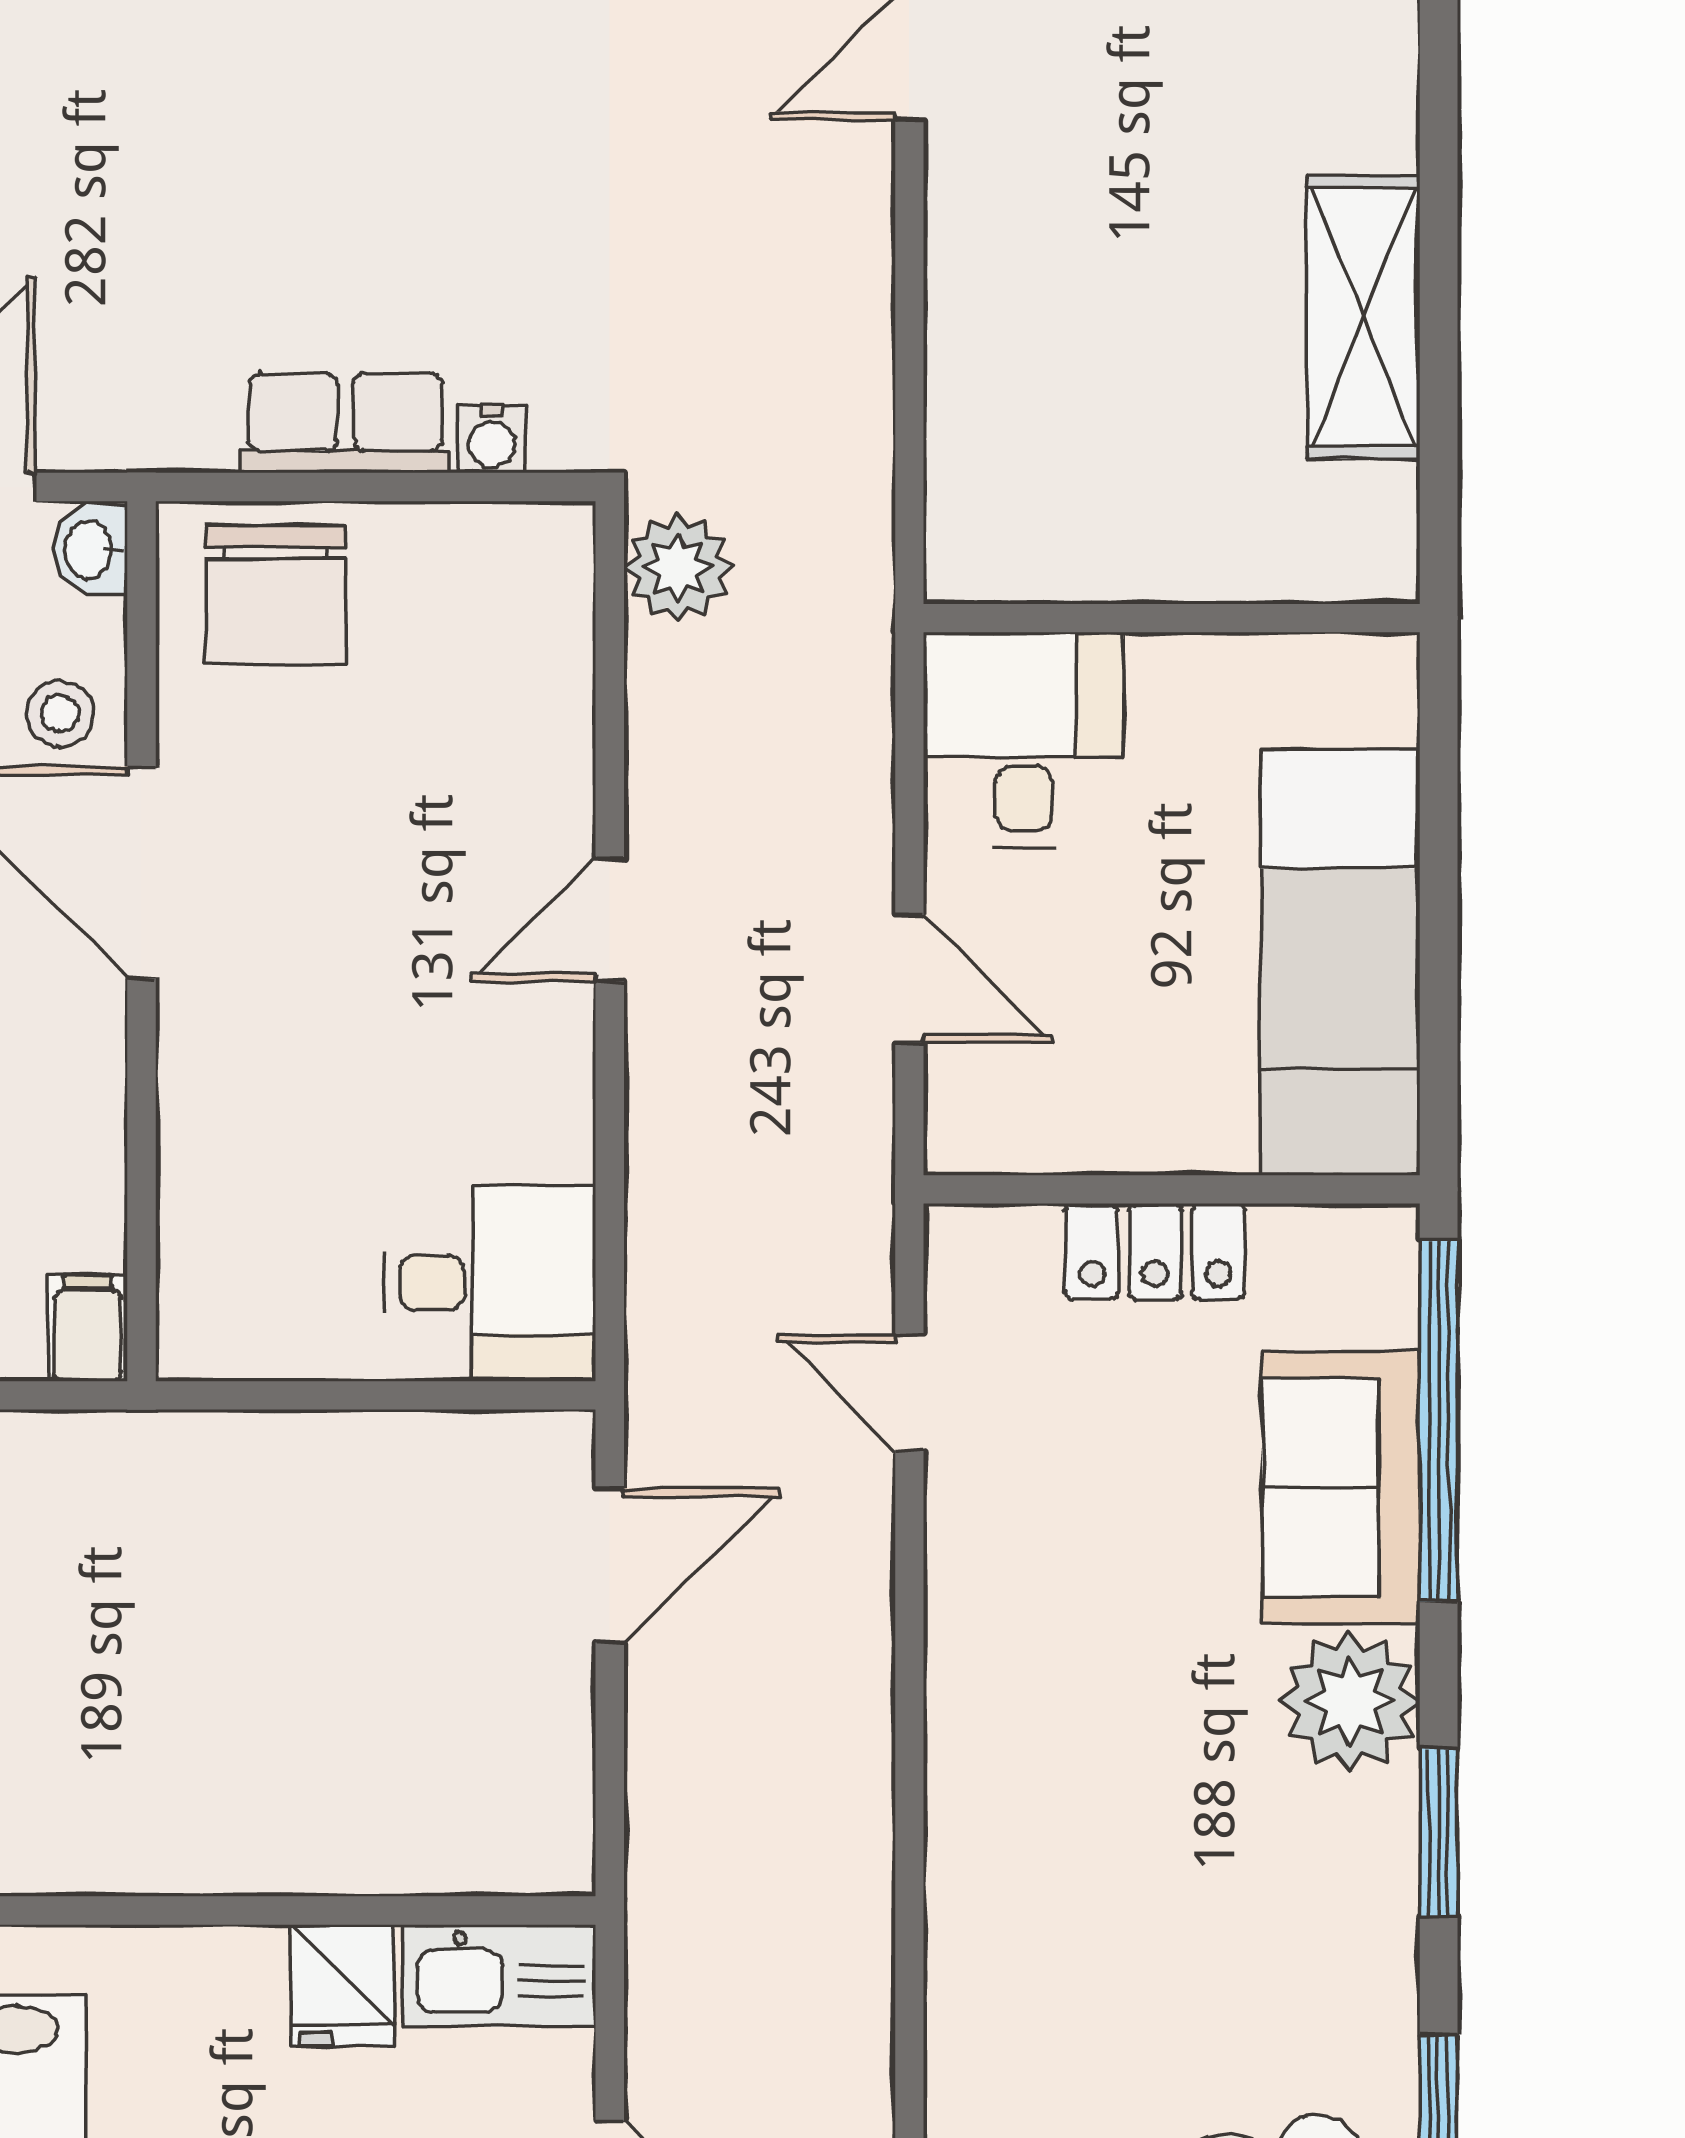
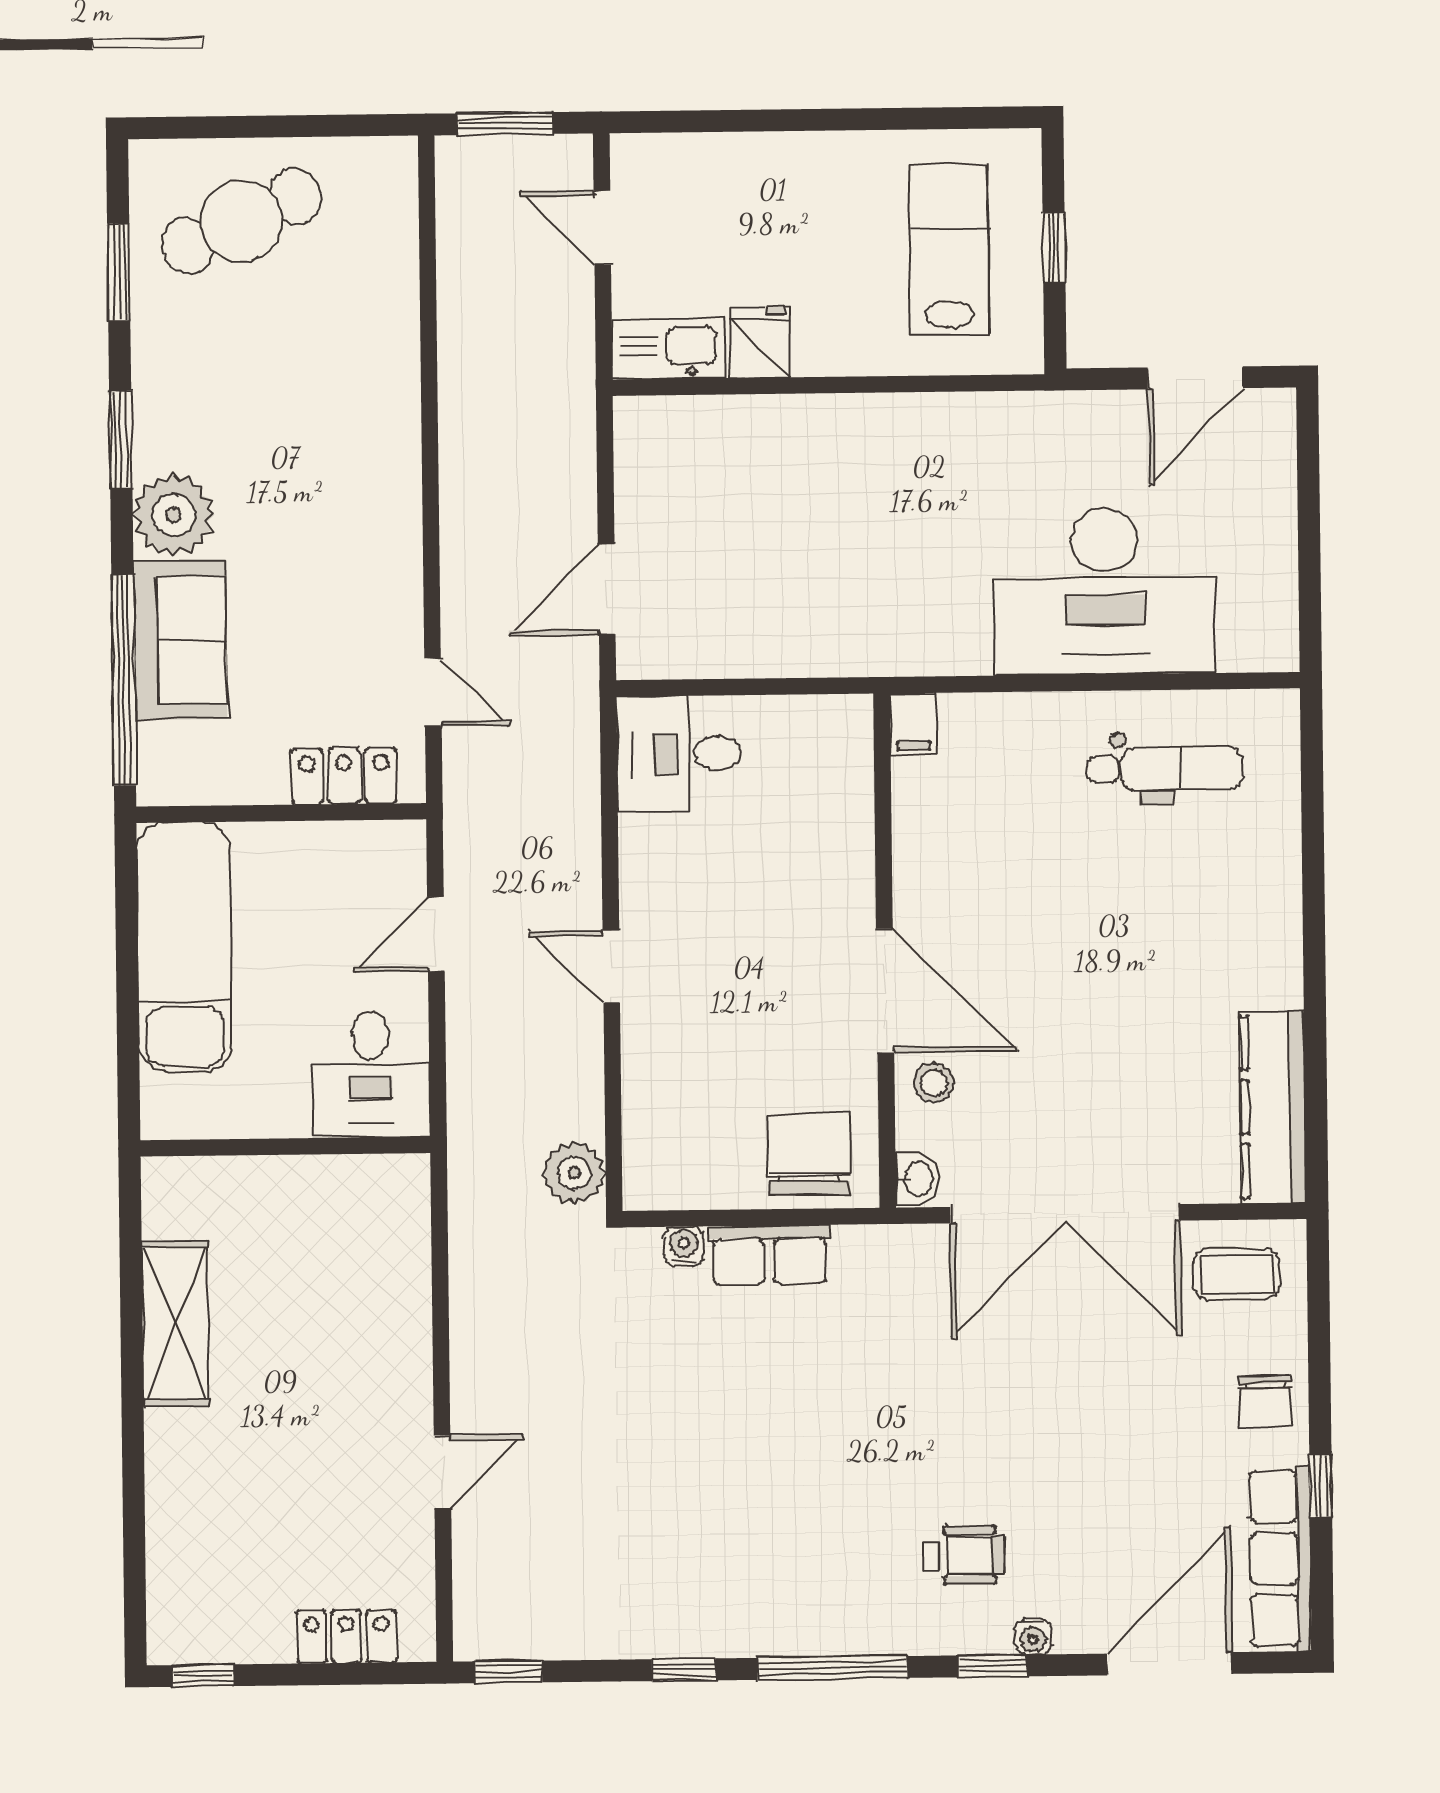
door: (610, 919) -> (611, 967), swing flipped
door: (909, 979) -> (436, 934), hinge flipped
locker: (1155, 1251) -> (344, 776), moved

